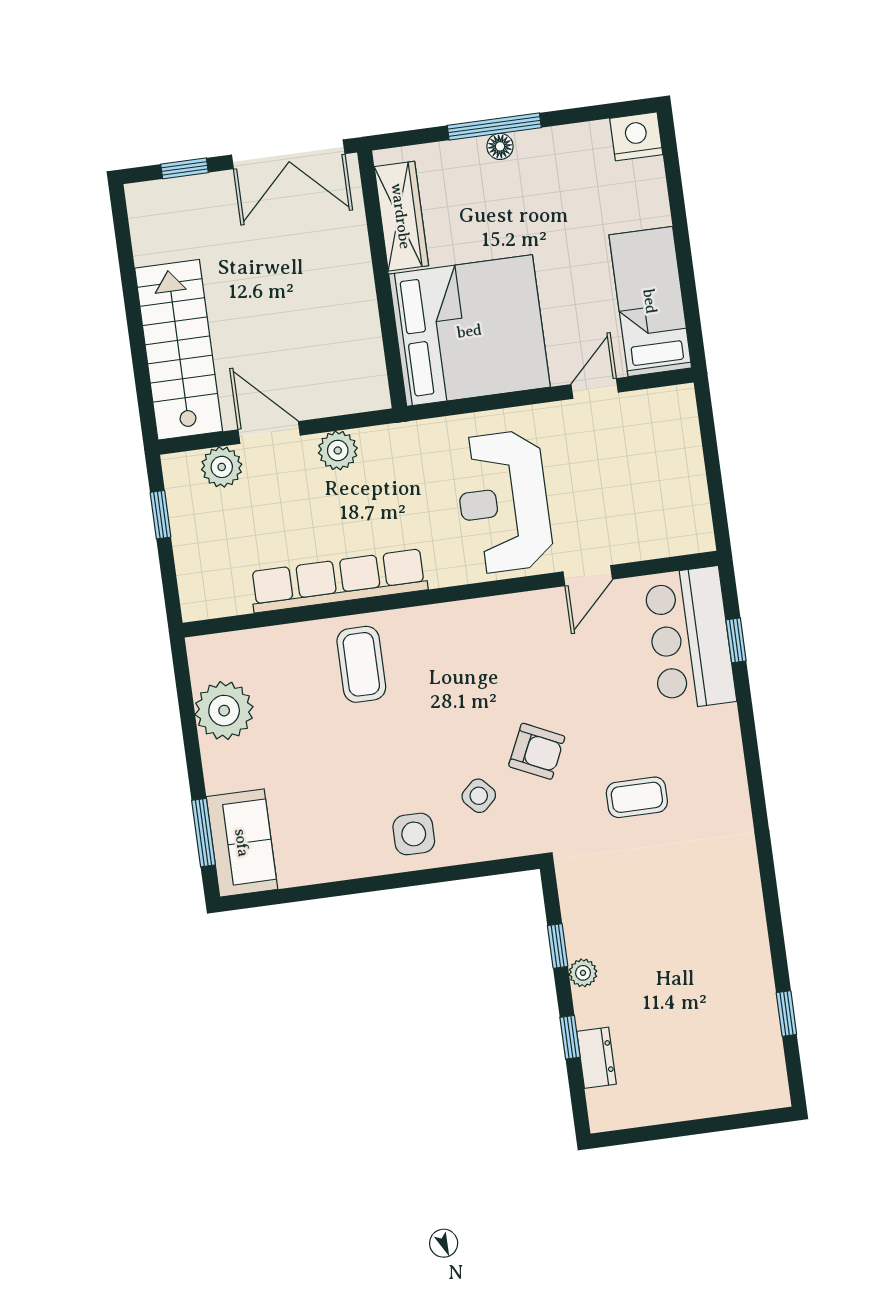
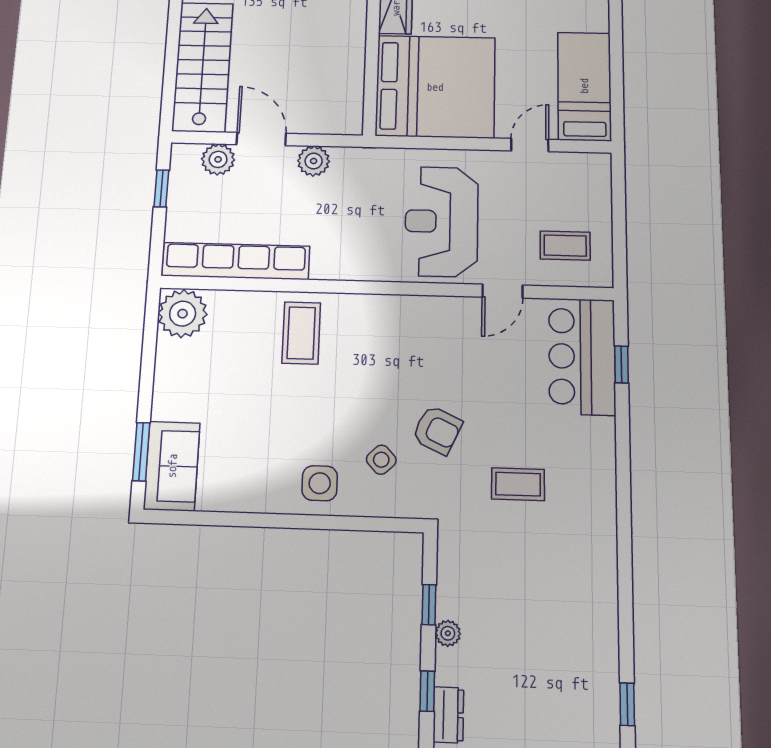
coffee table: (653, 508) -> (565, 246), added
row of seats: (339, 581) -> (236, 261), moved
plant: (224, 711) -> (183, 314), moved

